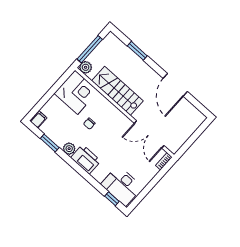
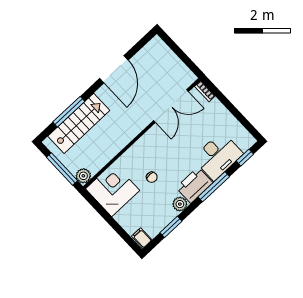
window: (137, 51) -> (69, 112), width x1.44
door: (175, 85) -> (114, 69), hinge flipped
stairs: (117, 91) -> (79, 123), moved, turned 180
window: (86, 175) -> (214, 187), added
desk: (122, 186) -> (218, 156), moved

